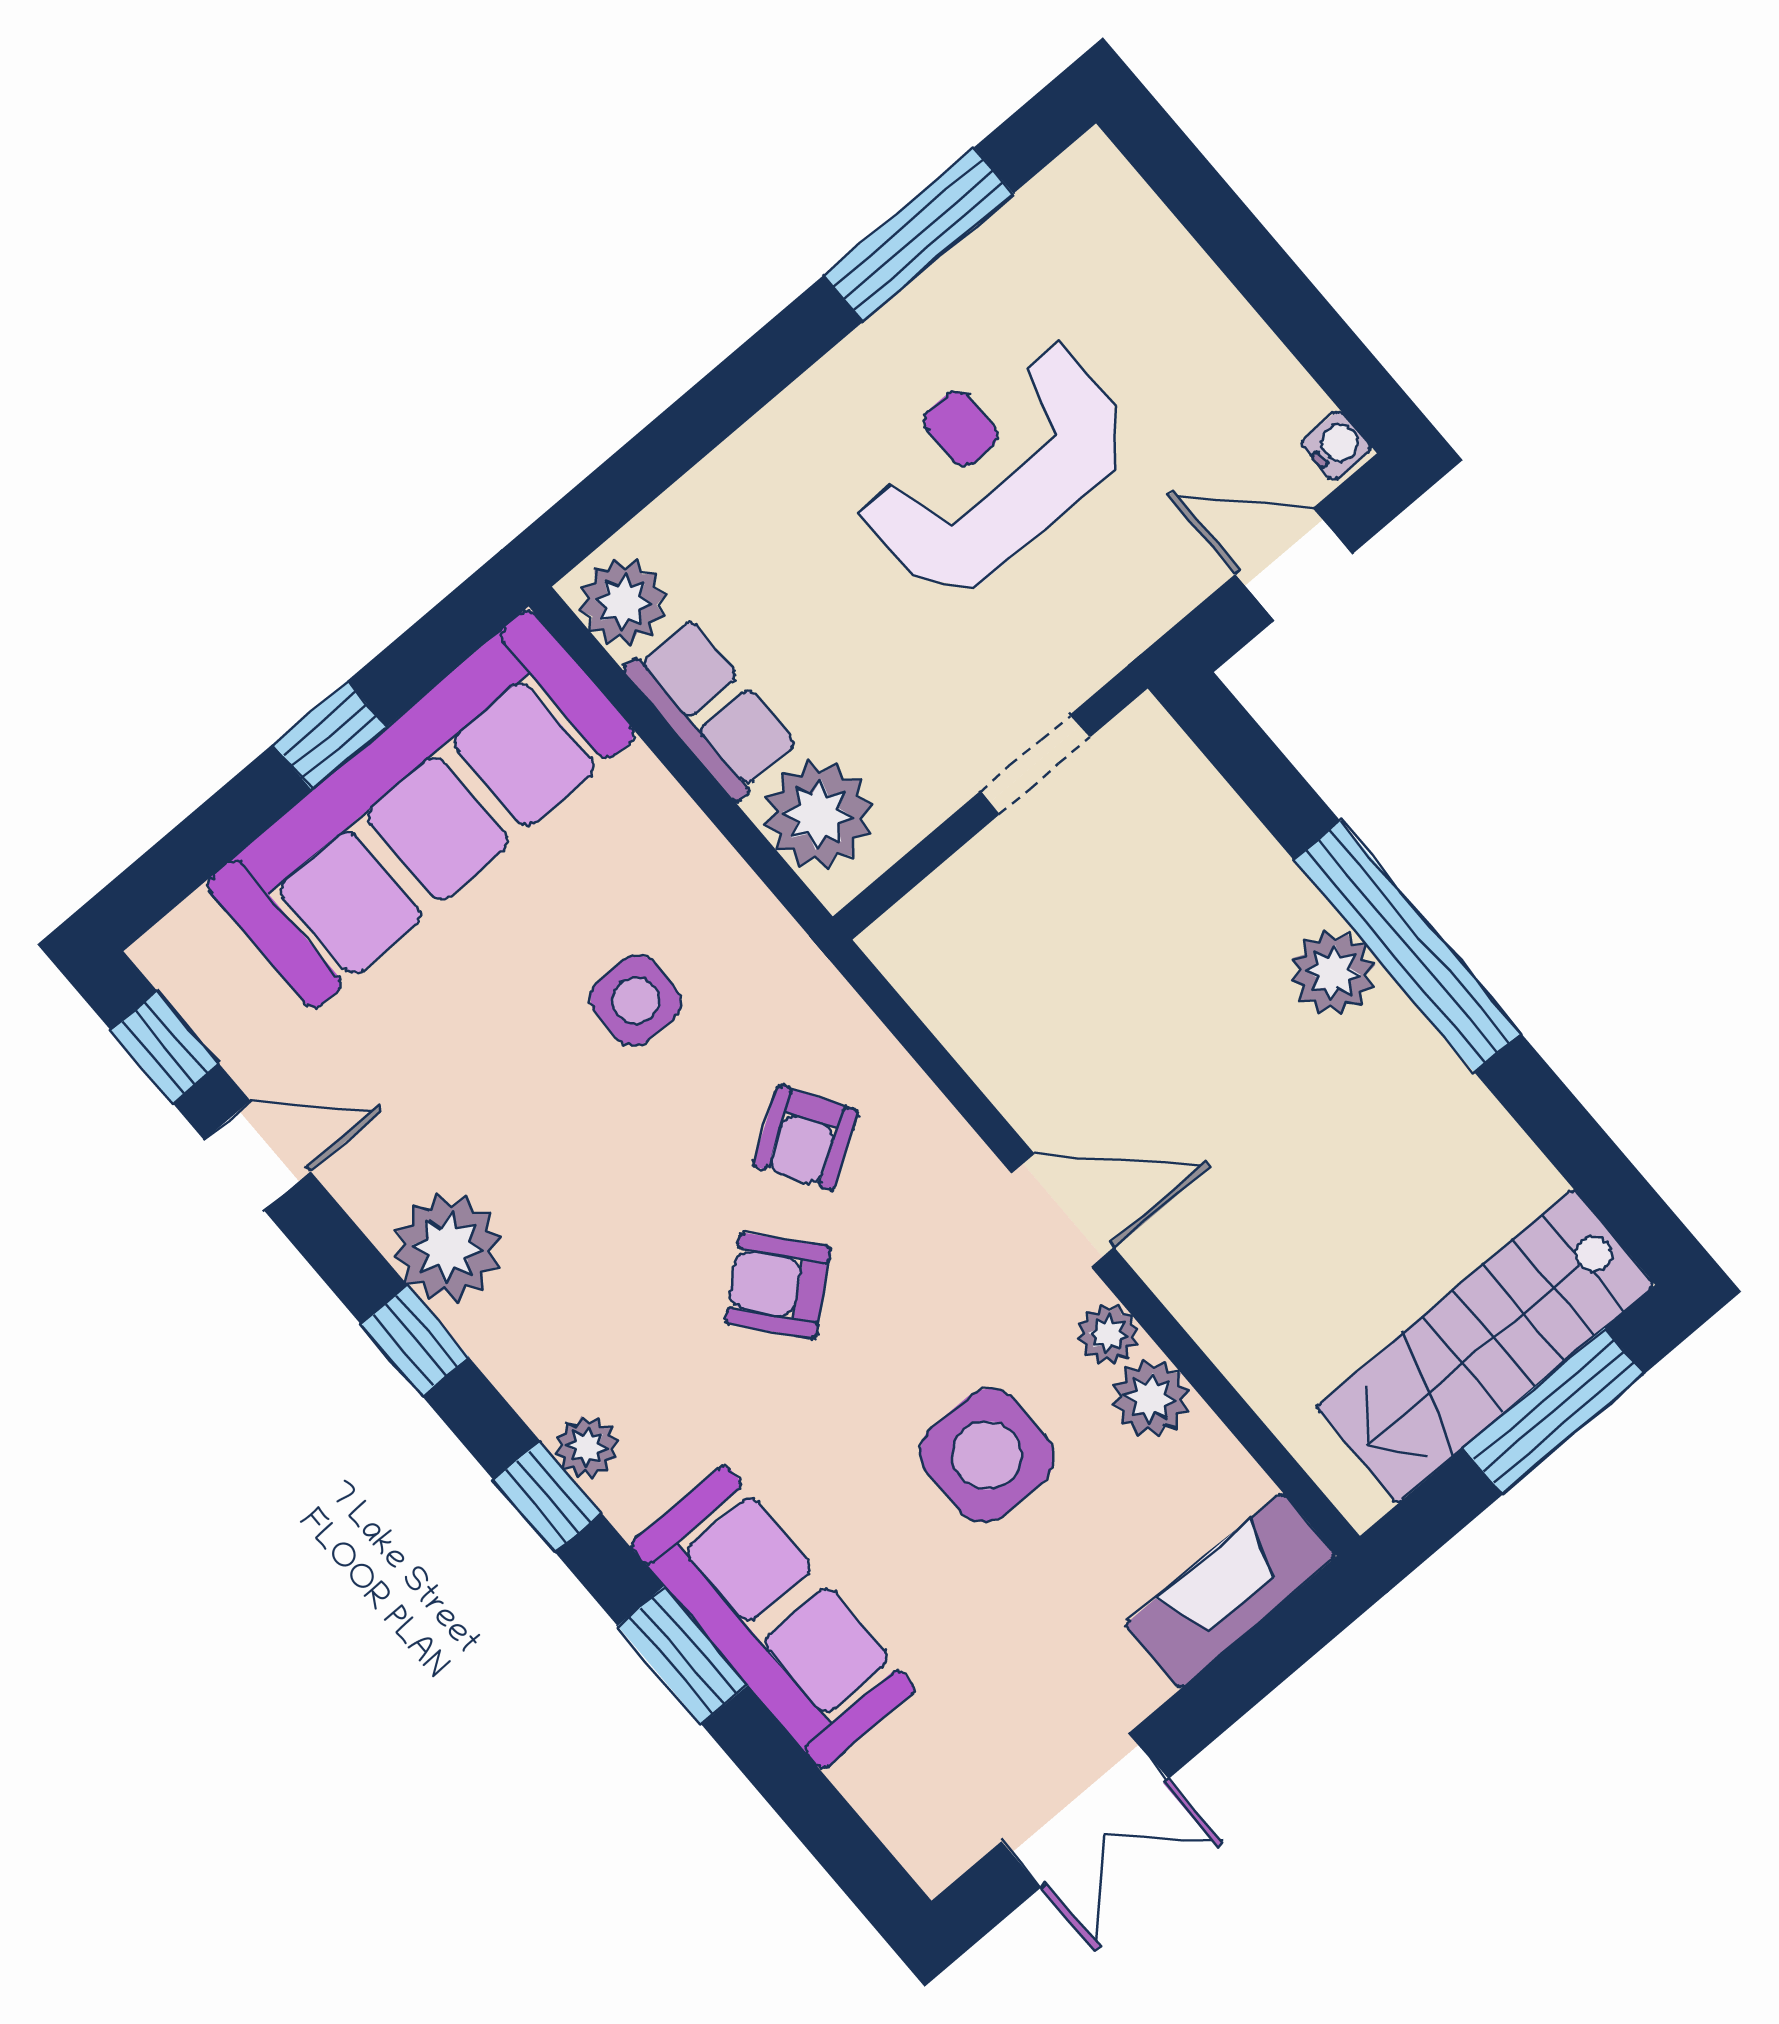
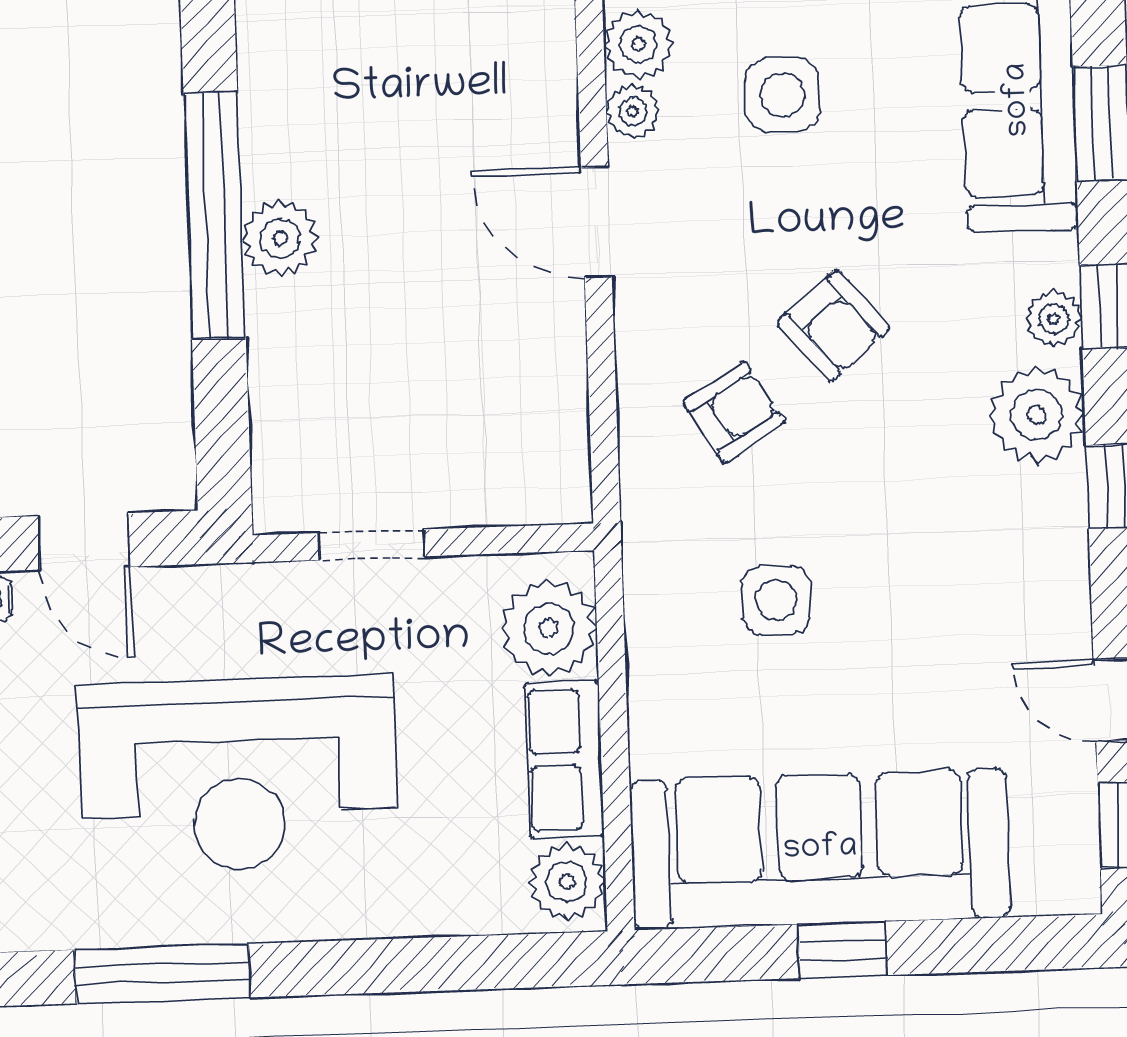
reception desk: (992, 465) -> (238, 775), width x1.36, depth x1.30
plant: (448, 1248) -> (1037, 415), moved
side table: (987, 1455) -> (782, 95), width x0.73, depth x0.73

